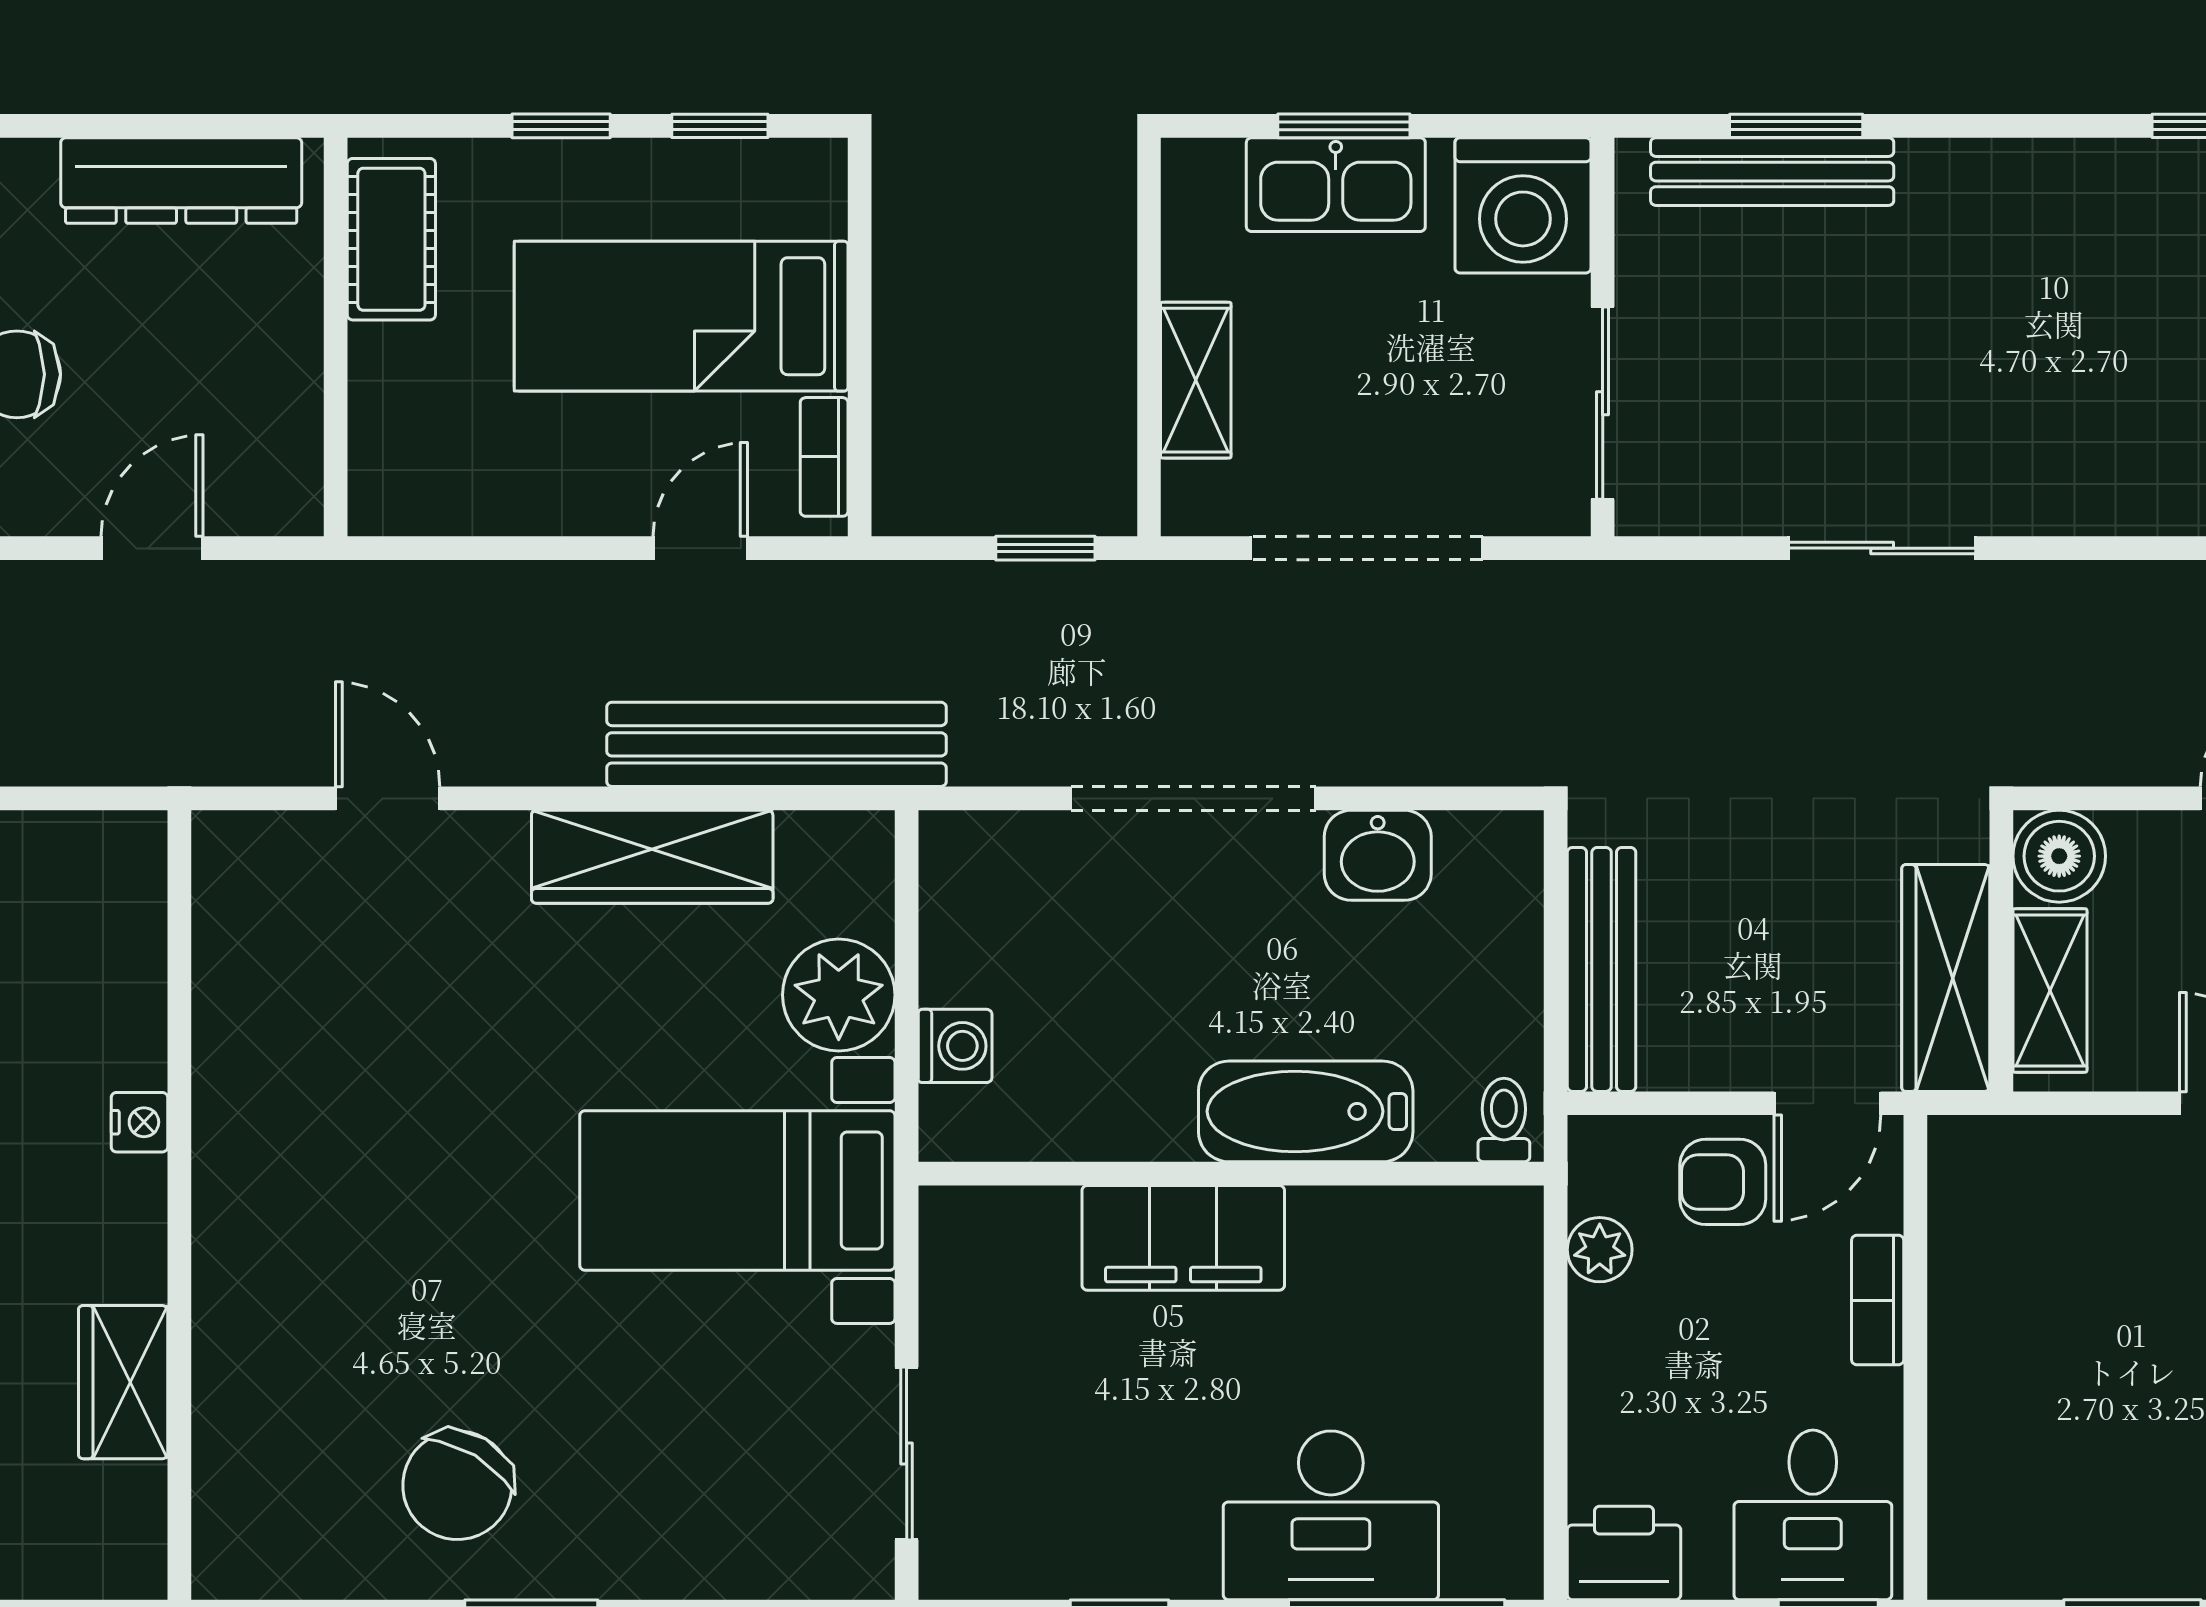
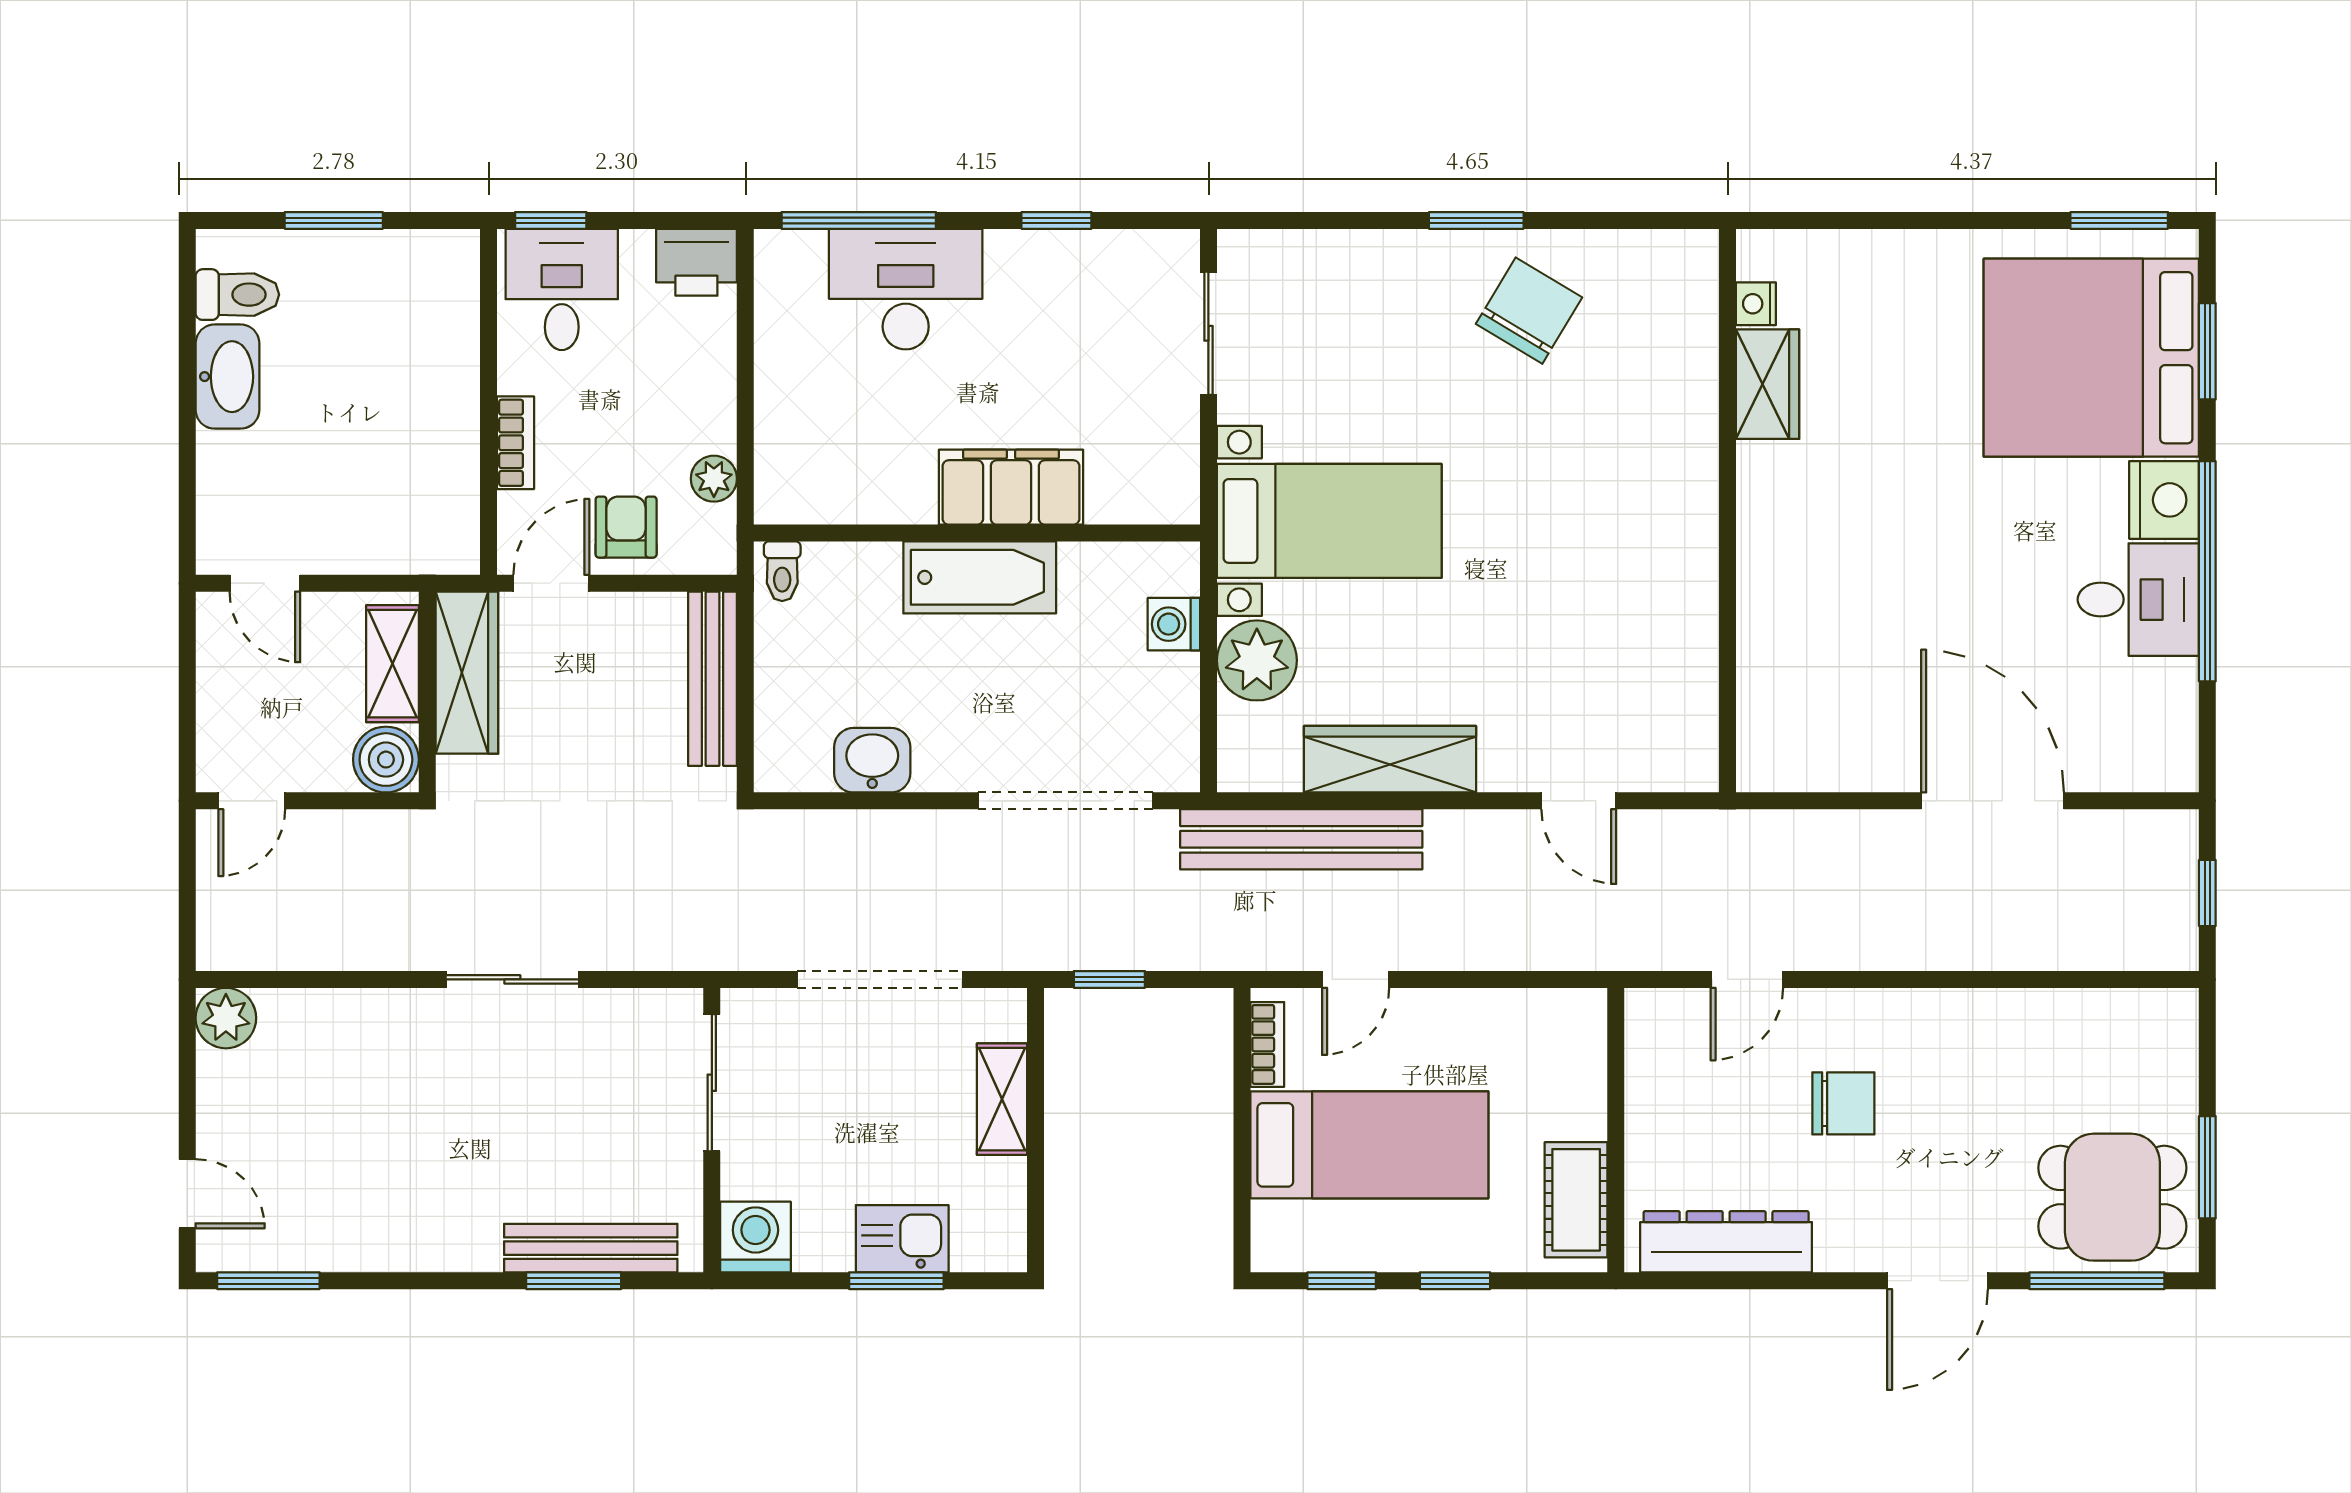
kitchen sink: (1336, 185) -> (902, 1239), width x0.73
washing machine: (1523, 205) -> (755, 1237), width x0.73, depth x0.73
doorway: (1193, 798) -> (1065, 801), moved
bathtub: (1306, 1111) -> (980, 577), moved
nightstand: (139, 1122) -> (1756, 304), moved
armchair: (1723, 1182) -> (626, 527), turned -90

